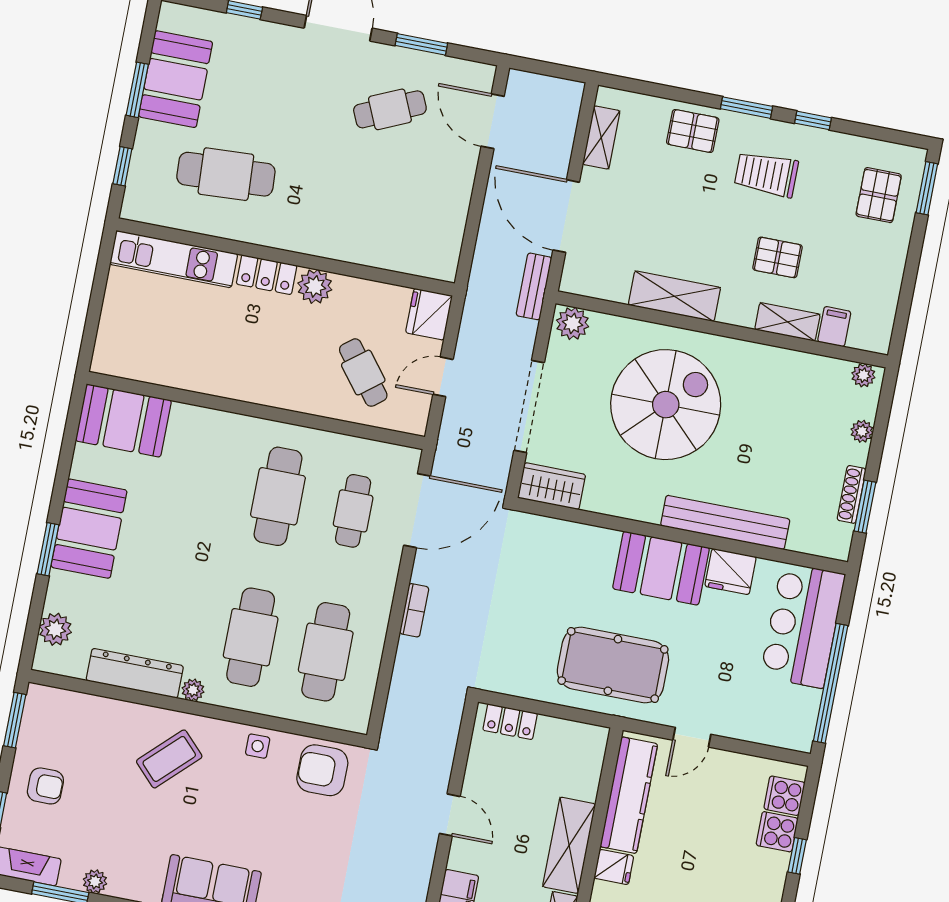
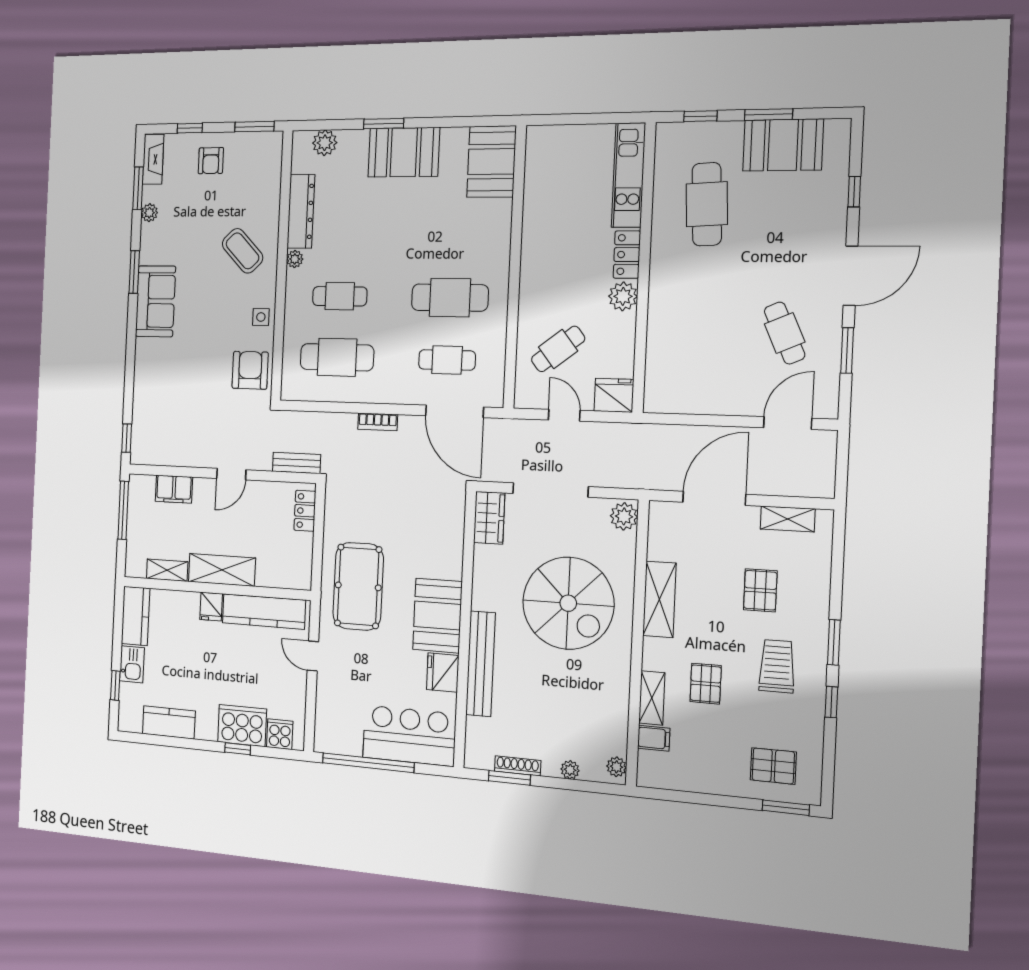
pallet: (693, 131) -> (760, 590), moved
bench: (534, 286) -> (296, 463), moved
cafe table: (251, 637) -> (340, 296), width x0.73, depth x0.74
cooker: (777, 832) -> (242, 725), width x1.87, depth x1.31

